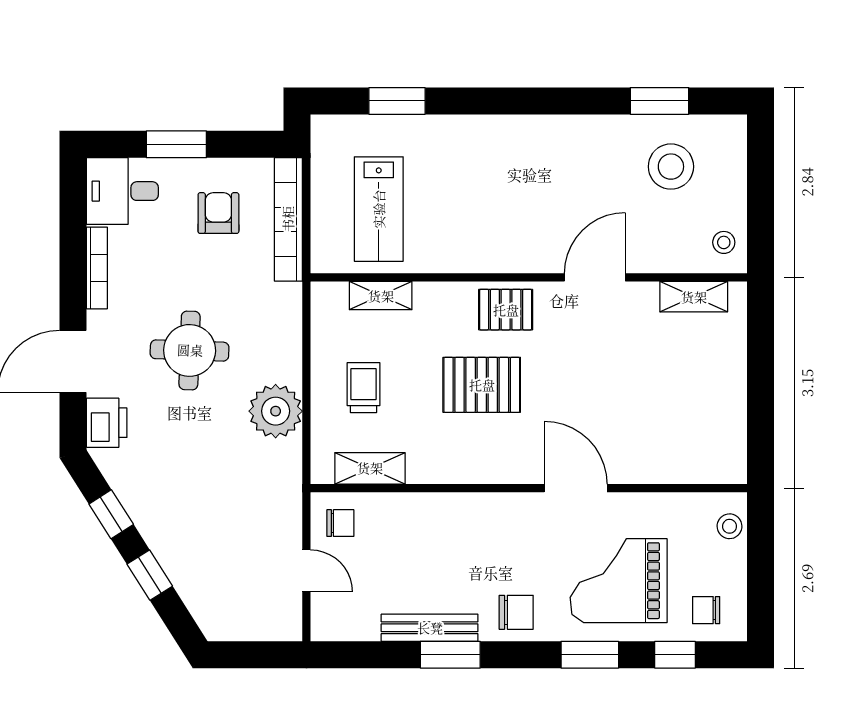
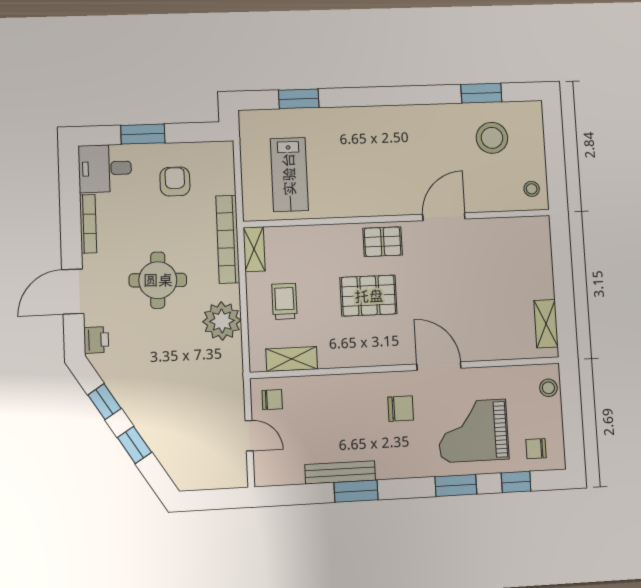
bookcase: (288, 219) -> (228, 239), moved
shelving: (381, 296) -> (254, 249), moved, turned 90
shelving: (694, 297) -> (546, 324), moved, turned 90
printer: (107, 423) -> (96, 340), width x0.73, depth x0.81
chair: (516, 612) -> (401, 409), moved

